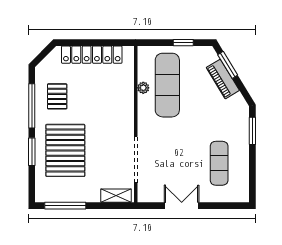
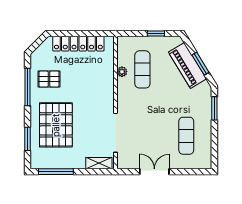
window: (228, 65) -> (200, 64), moved
piano: (223, 79) -> (187, 65), width x1.37, depth x1.33
exercise mat: (167, 85) -> (142, 69), width x0.73, depth x0.69
pallet: (57, 96) -> (49, 79), turned 90
window: (32, 152) -> (27, 139), moved

